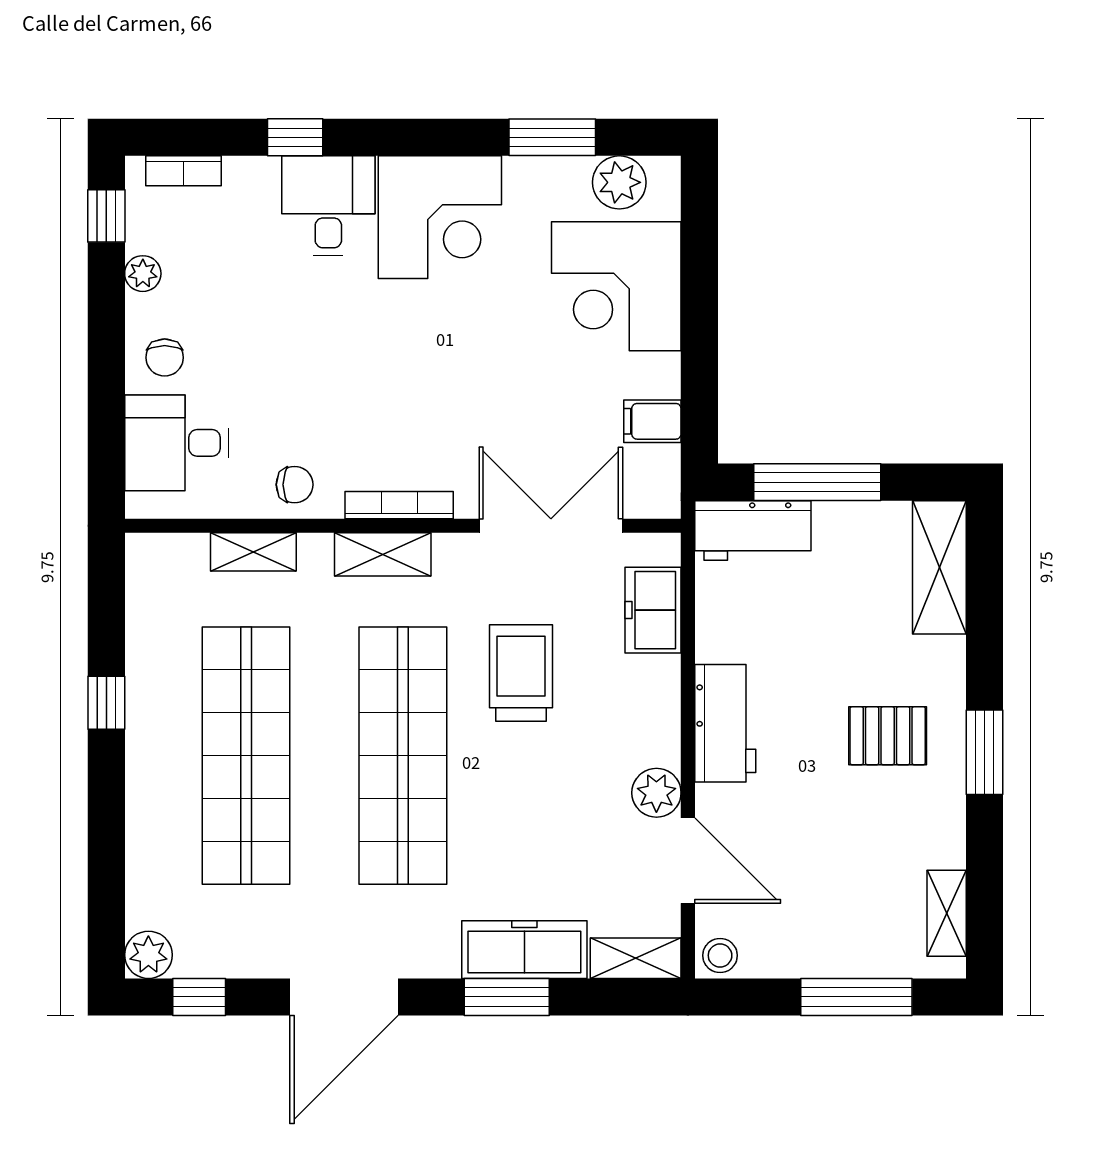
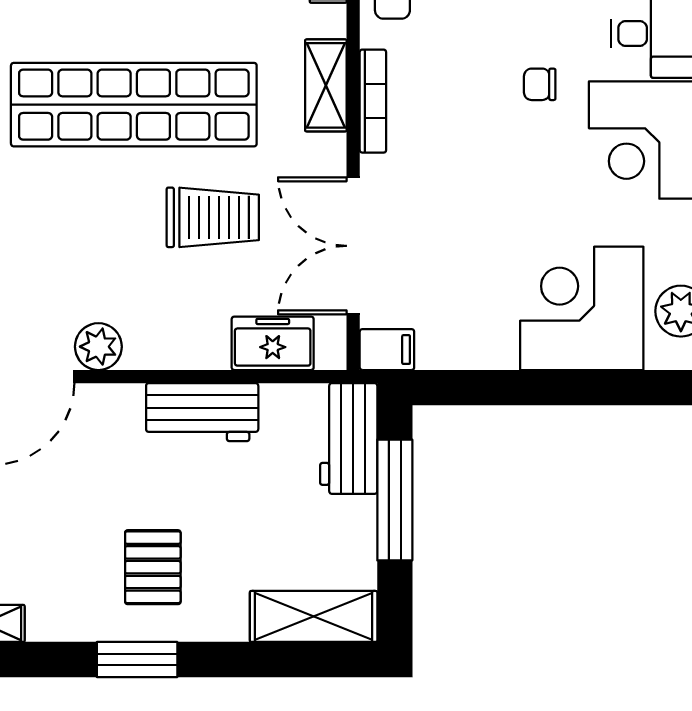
chair: (382, 330) -> (540, 84), added
filing cabinet: (652, 421) -> (387, 350), moved, turned 90
double door: (551, 526) -> (353, 246), swing flipped
workbench: (725, 723) -> (202, 412), moved

